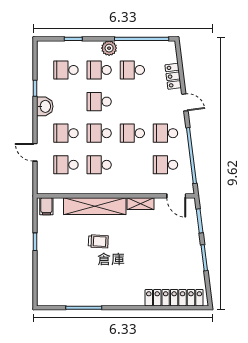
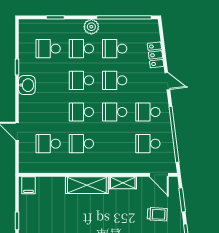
school desk: (66, 133) -> (115, 80), moved
shelving: (95, 206) -> (87, 185), width x0.68
trolley: (98, 241) -> (157, 214), moved

